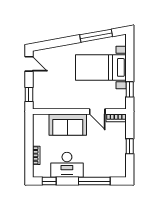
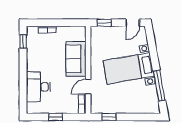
bed with nightstands: (101, 67) -> (129, 68), moved, turned -100
desk: (67, 165) -> (38, 87), moved
window: (94, 181) -> (23, 84), removed

